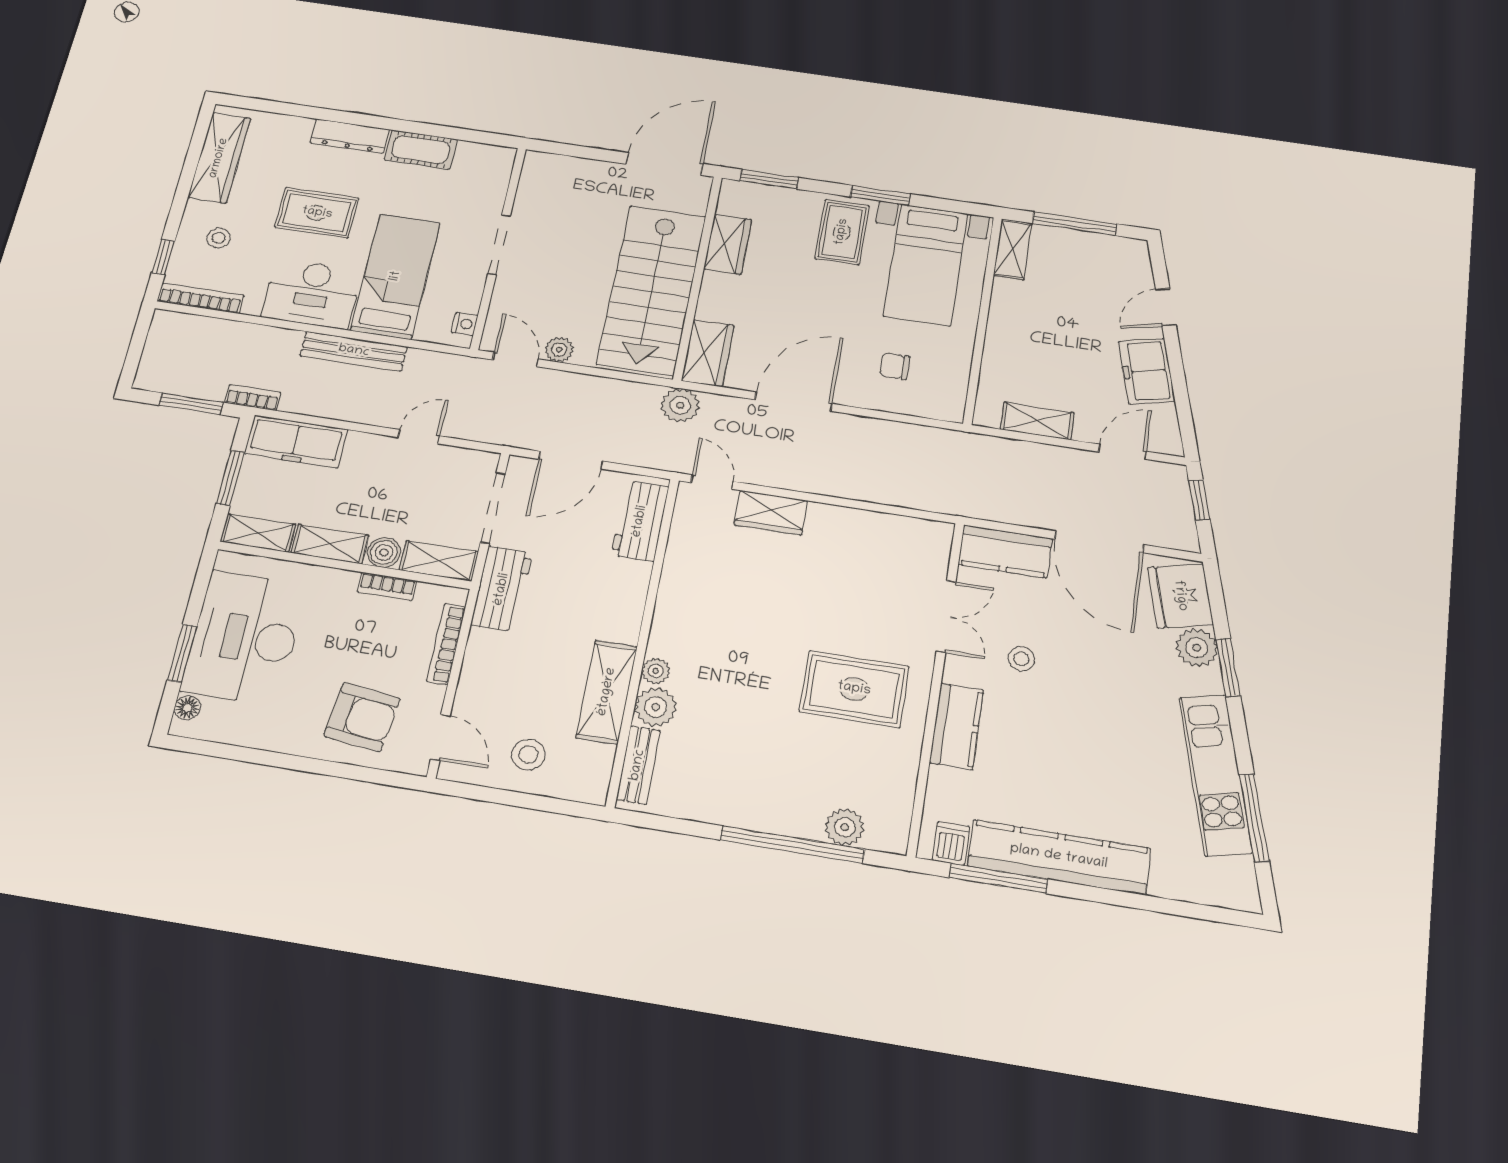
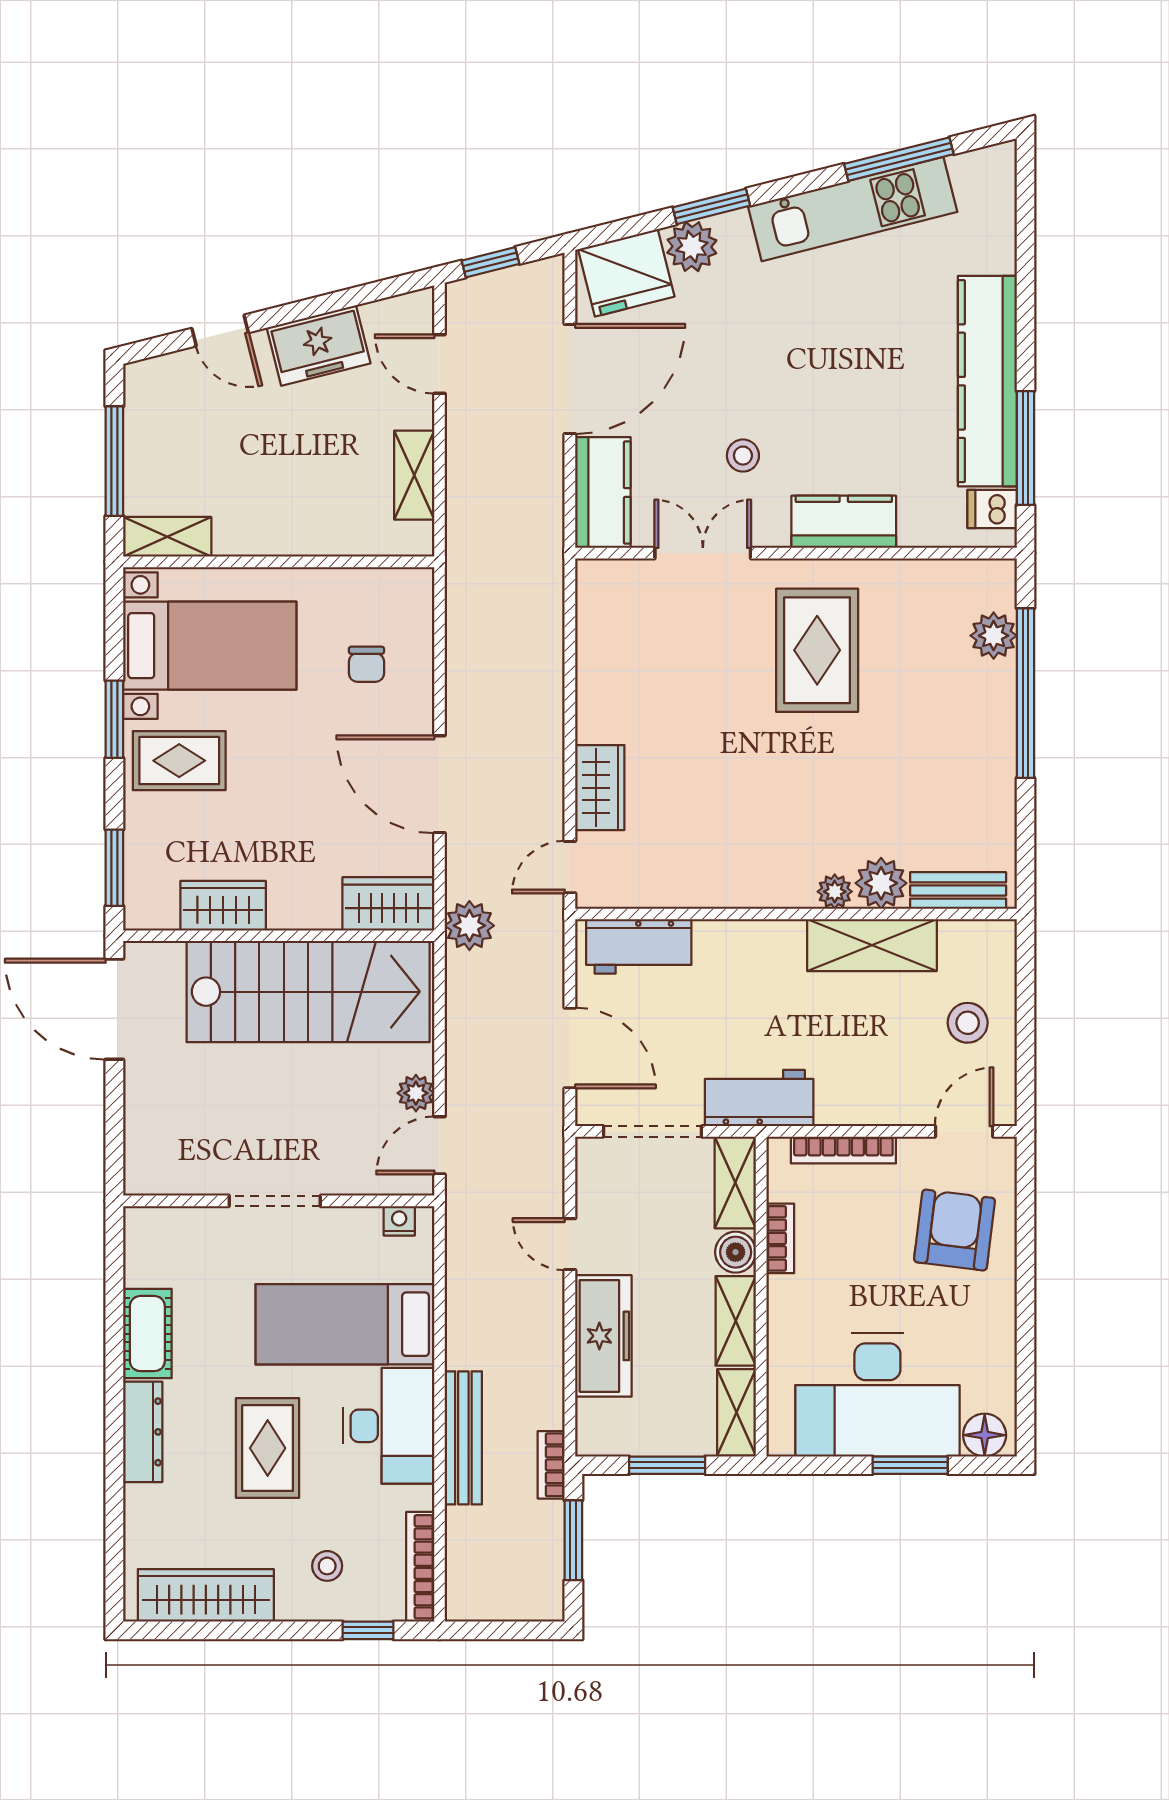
bench: (354, 351) -> (463, 1438), moved
freezer: (296, 442) -> (603, 1336), moved
floor lamp: (187, 708) -> (985, 1435), width x1.37, depth x1.37

